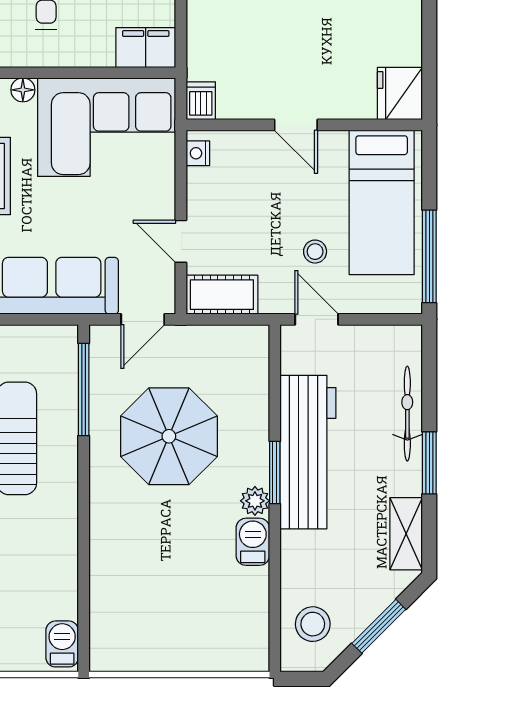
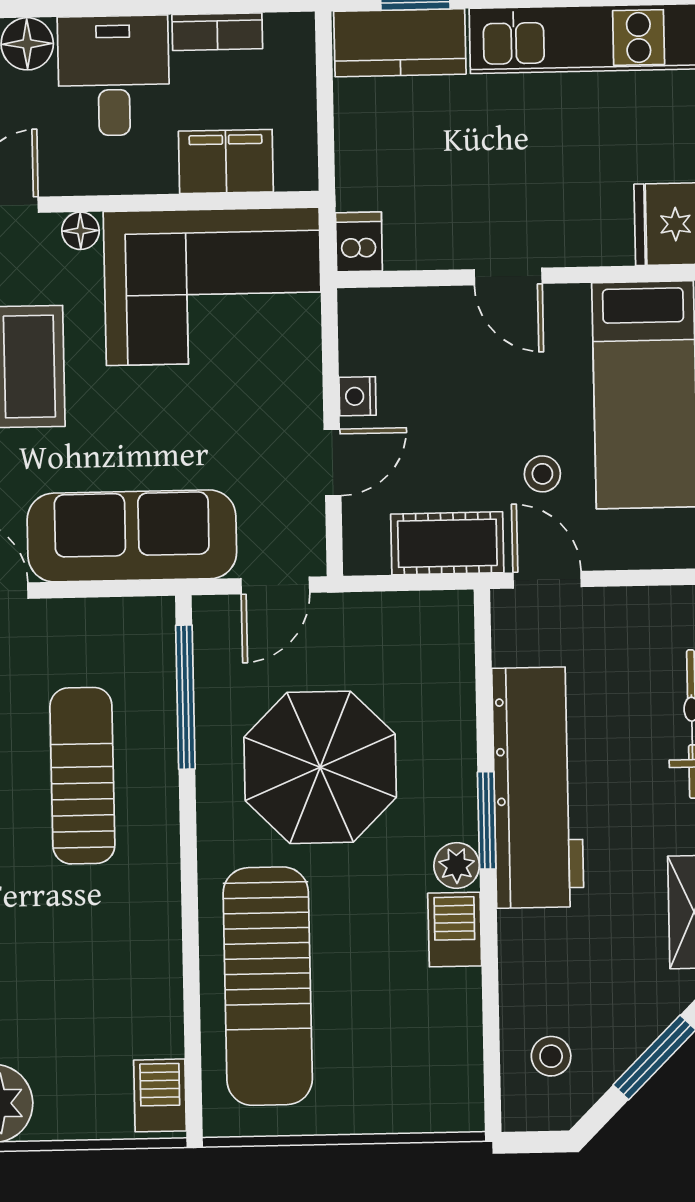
filing cabinet: (146, 48) -> (226, 161), moved
nightstand: (198, 153) -> (358, 396), moved
door: (181, 241) -> (333, 463), swing flipped
cot: (222, 295) -> (447, 543), moved
sun lounger: (132, 576) -> (268, 986), added
stool: (313, 624) -> (551, 1056), width x0.73, depth x0.73

